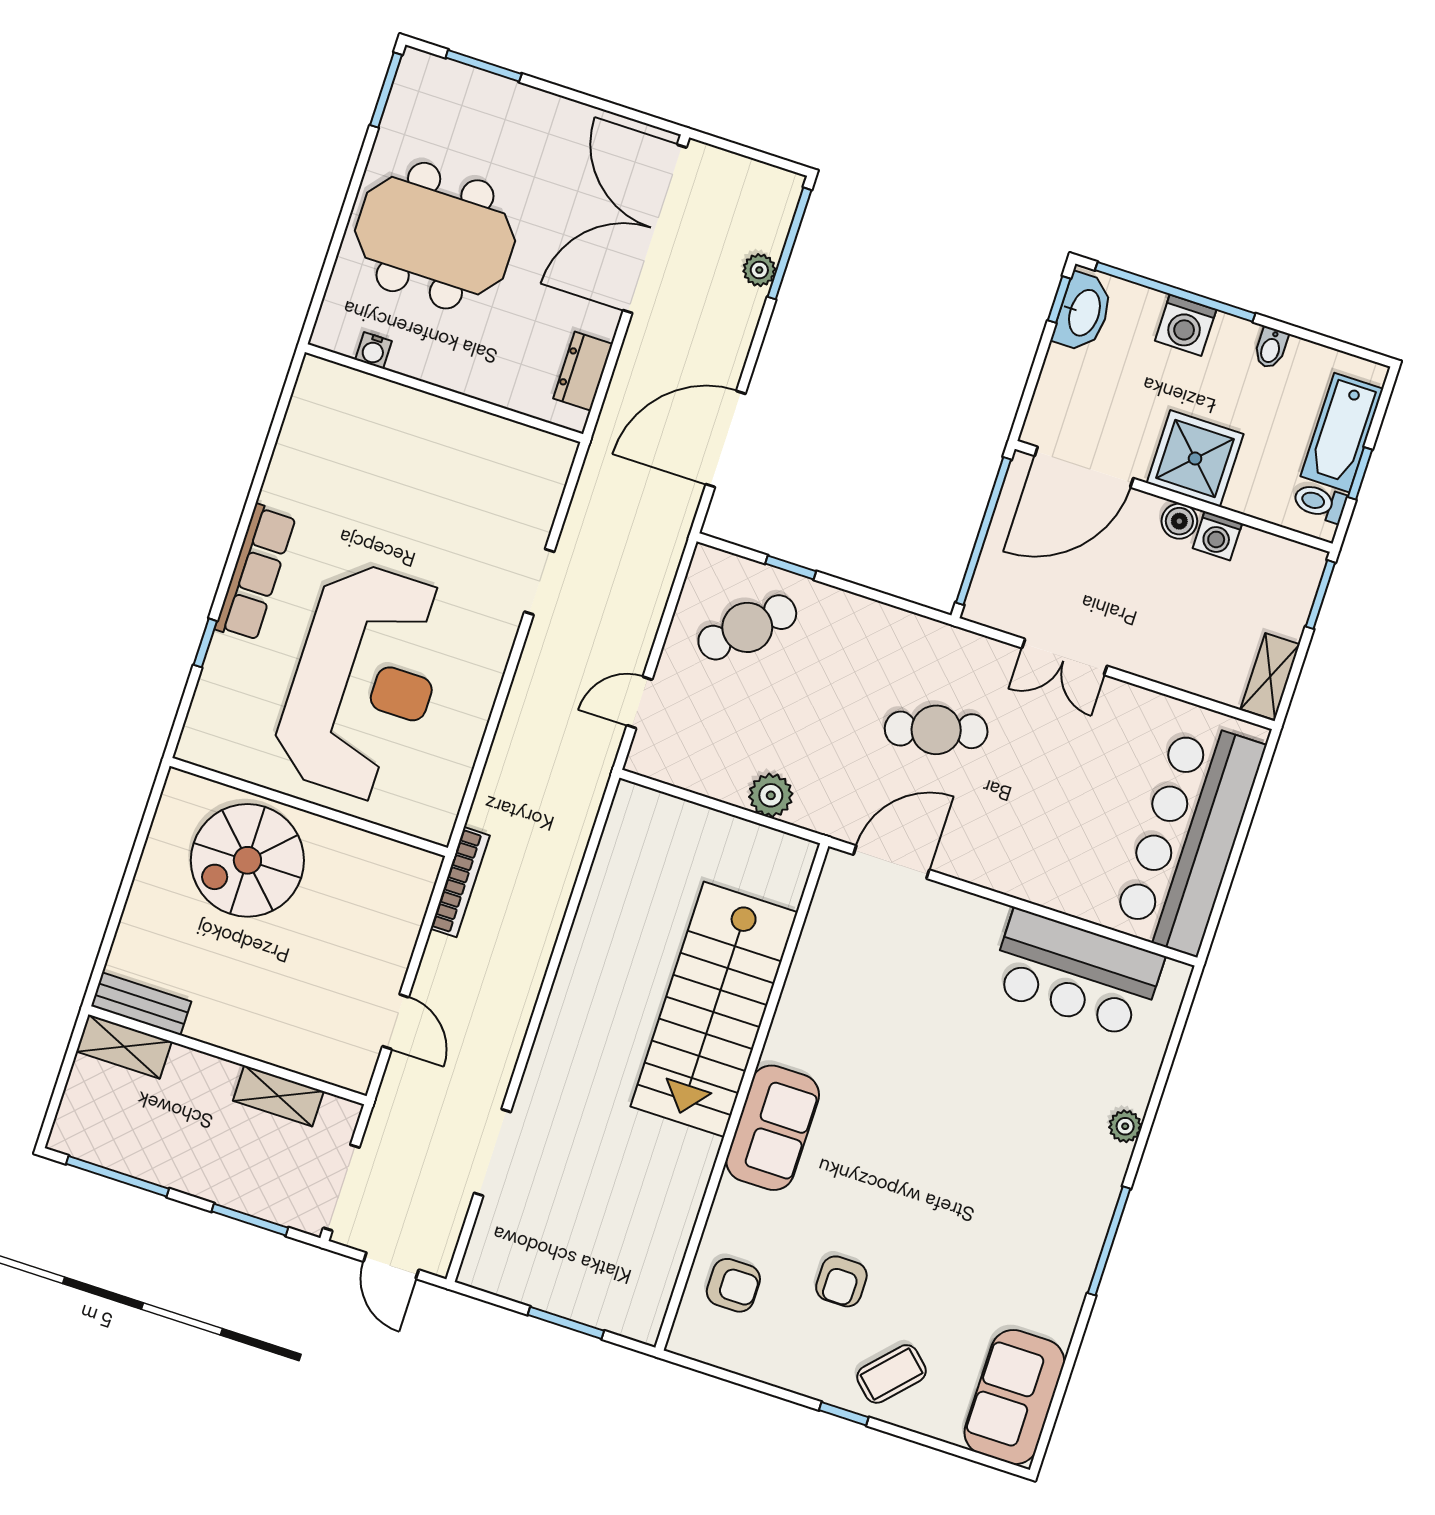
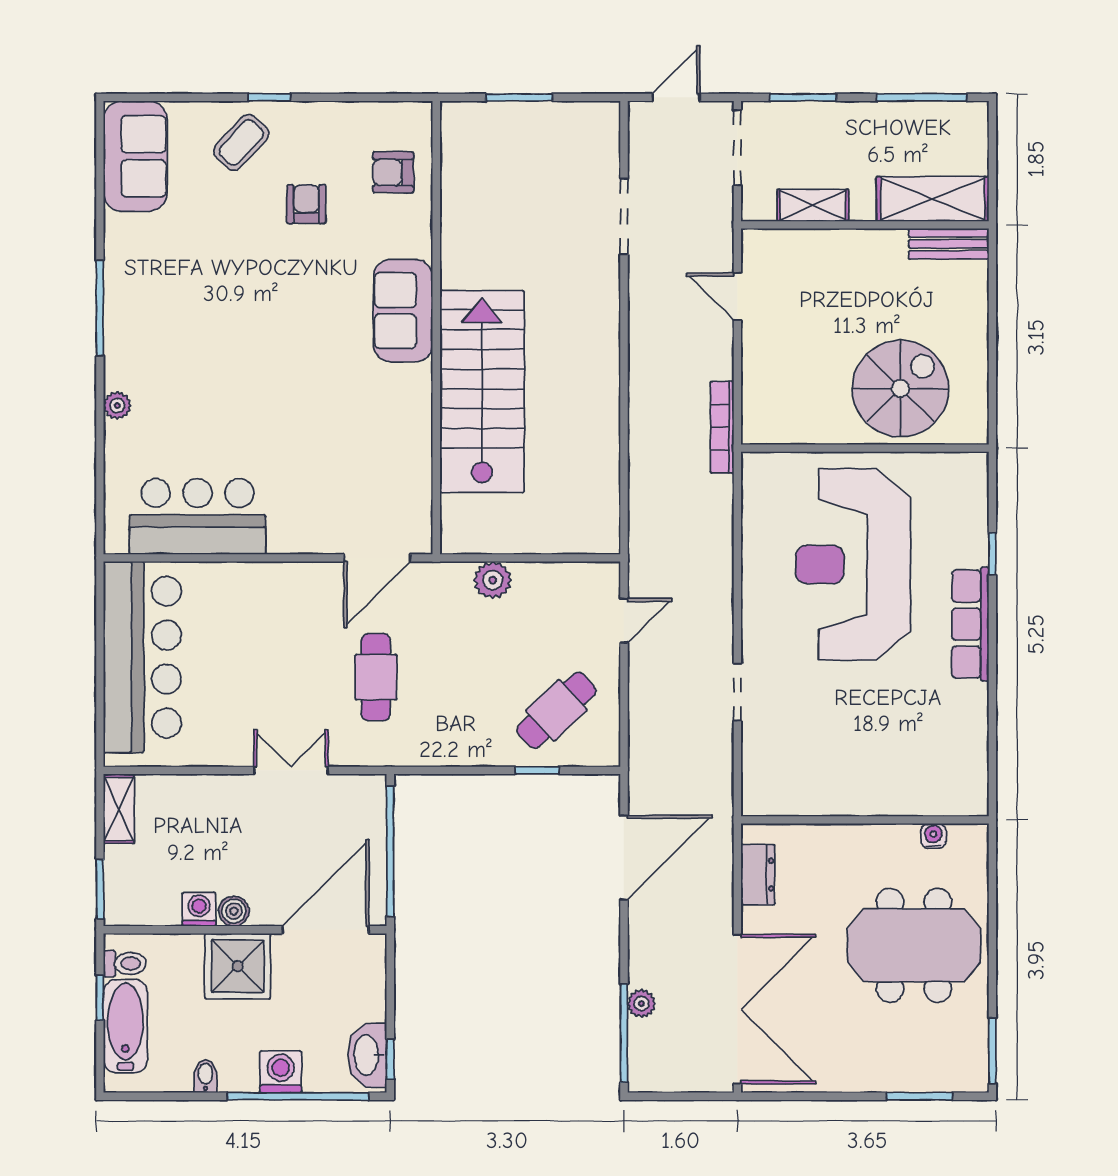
cafe table: (936, 730) -> (376, 677), turned -74
shelving: (124, 1046) -> (933, 199), width x1.50, depth x1.33
door: (391, 1266) -> (676, 97), hinge flipped

